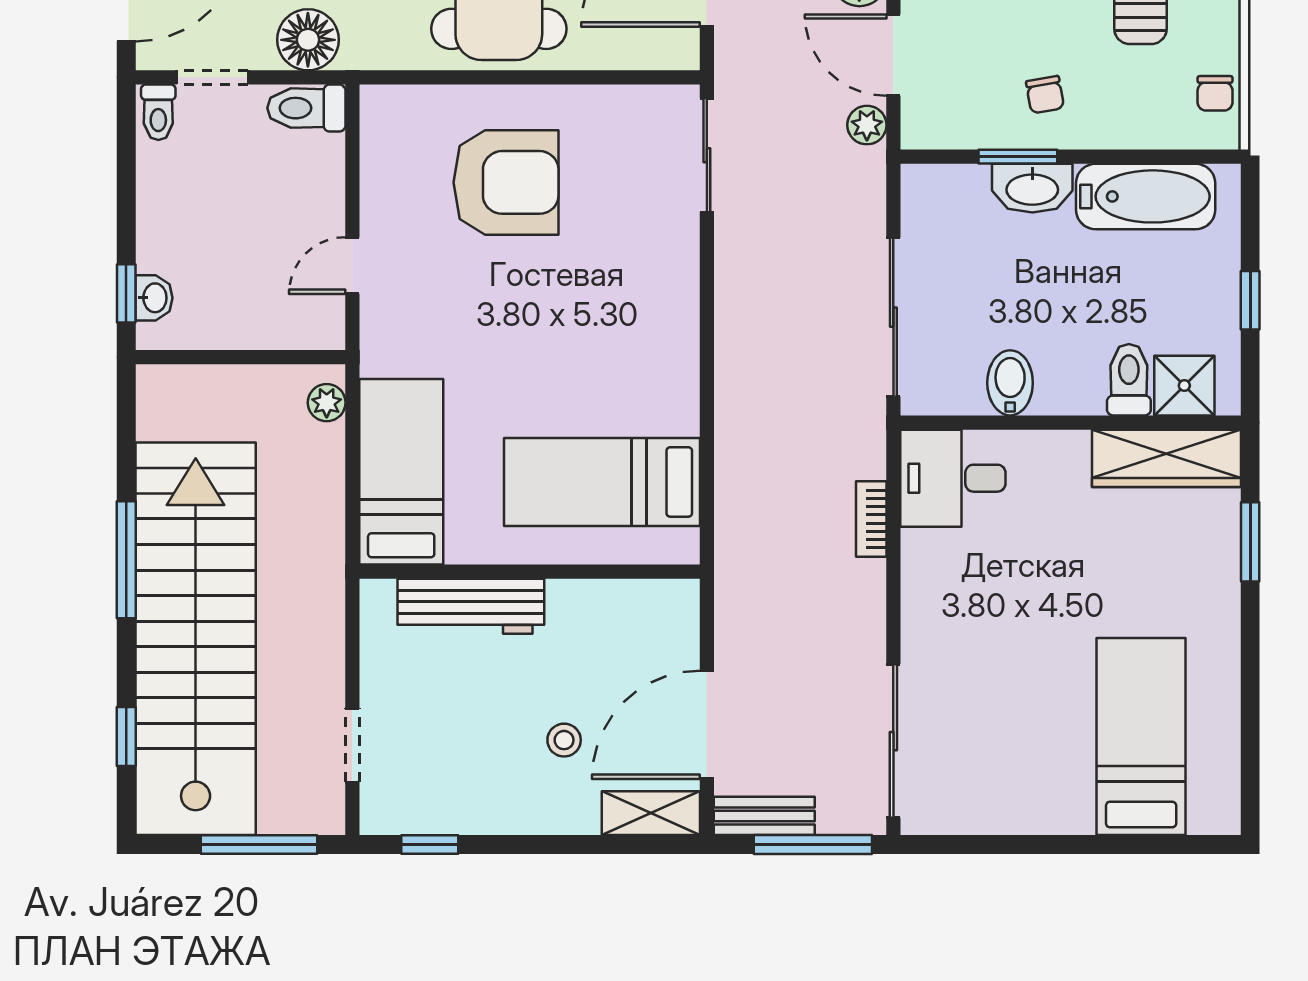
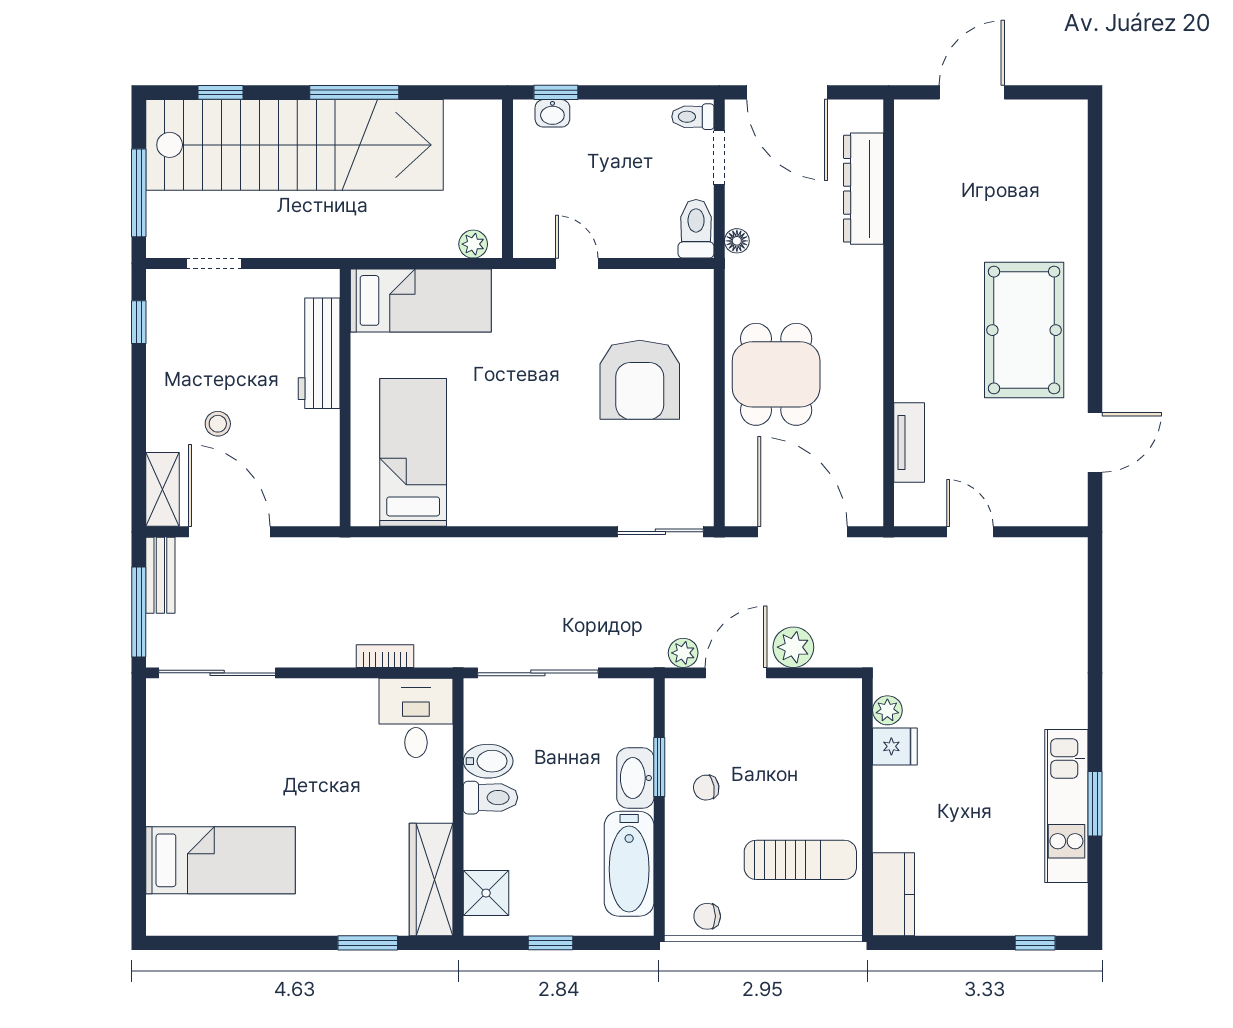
floor lamp: (308, 40) -> (737, 241), width x0.53, depth x0.53
toilet: (1129, 380) -> (490, 798), moved

